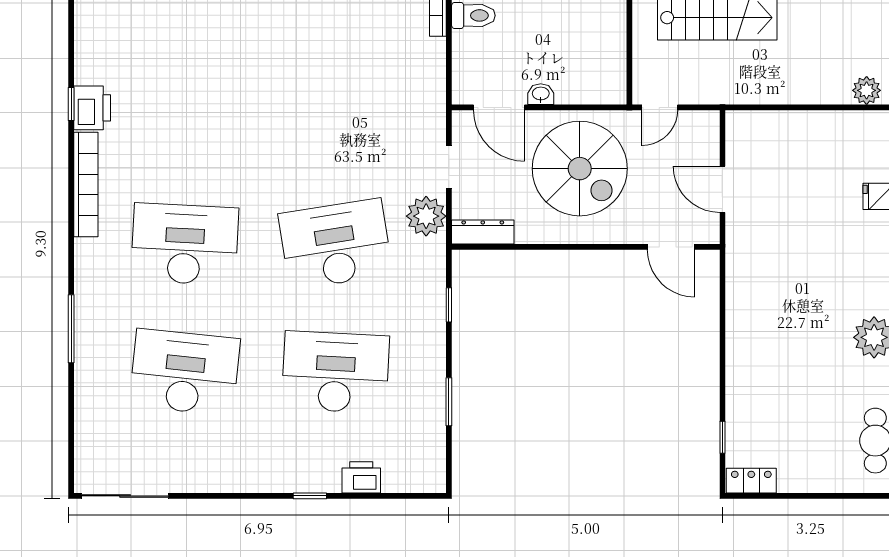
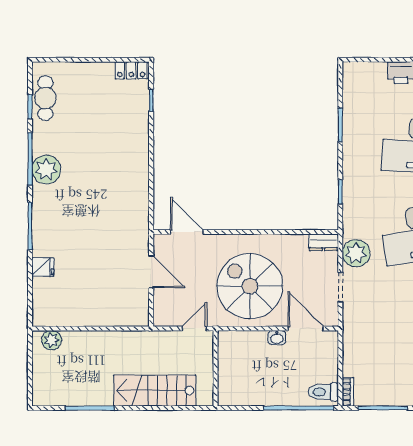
dresser: (483, 232) -> (323, 242), width x0.70

